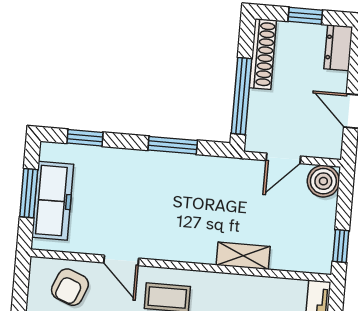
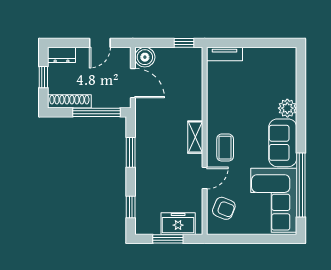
door: (283, 158) -> (133, 83), width x1.38
freezer: (53, 201) -> (178, 224), width x0.71
shelving: (243, 256) -> (195, 137), moved

